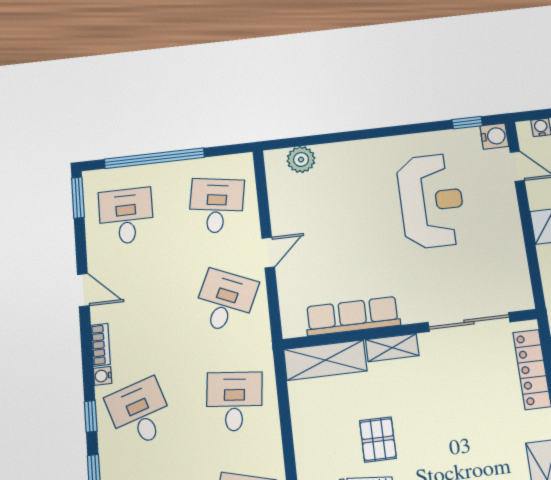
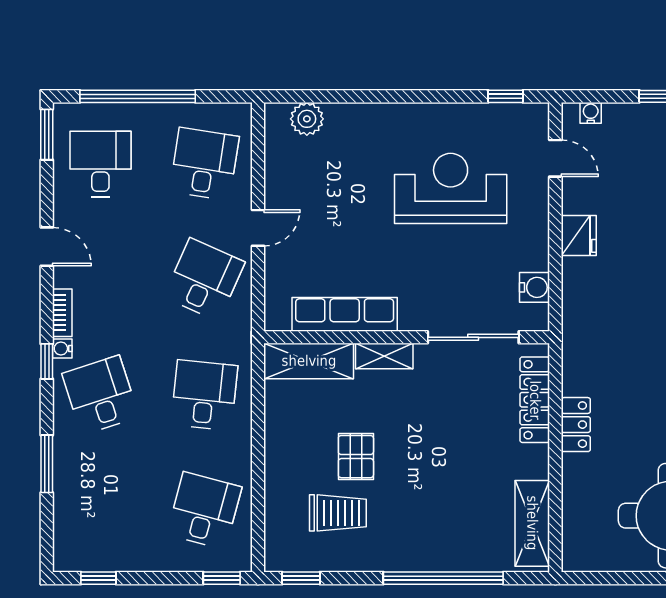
water cooler: (494, 136) -> (535, 287), moved
reception desk: (431, 201) -> (451, 188), turned -90
window: (91, 416) -> (47, 361), moved

